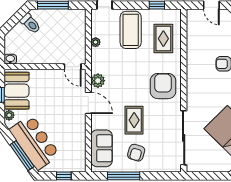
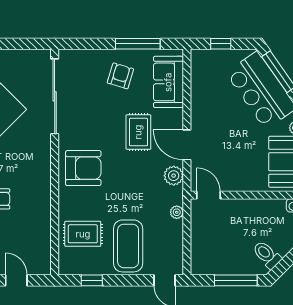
rug: (163, 39) -> (83, 234), turned 90
plant: (96, 42) -> (177, 212), moved
armchair: (163, 86) -> (83, 168), turned -90
rug: (134, 120) -> (138, 132), moved

